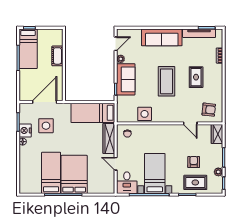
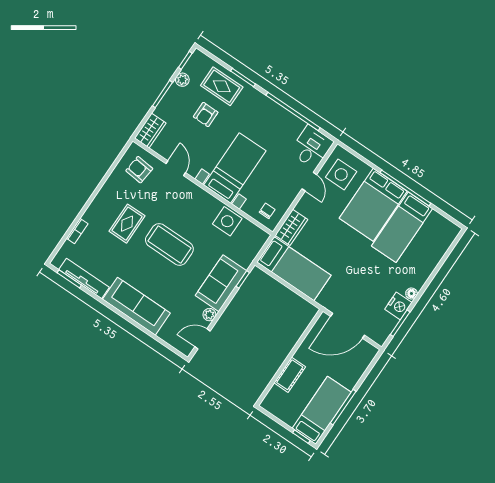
coffee table: (166, 81) -> (169, 244), turned 90
side table: (46, 126) -> (341, 174), moved
wardrobe: (109, 138) -> (291, 227), width x0.67
bed with nightstands: (155, 173) -> (235, 168), moved, turned 180

